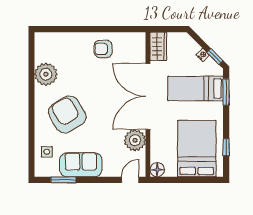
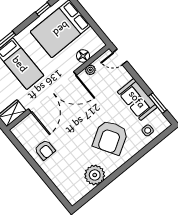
plant: (135, 140) -> (90, 70), width x0.53, depth x0.53
floor lamp: (157, 170) -> (83, 56), moved

